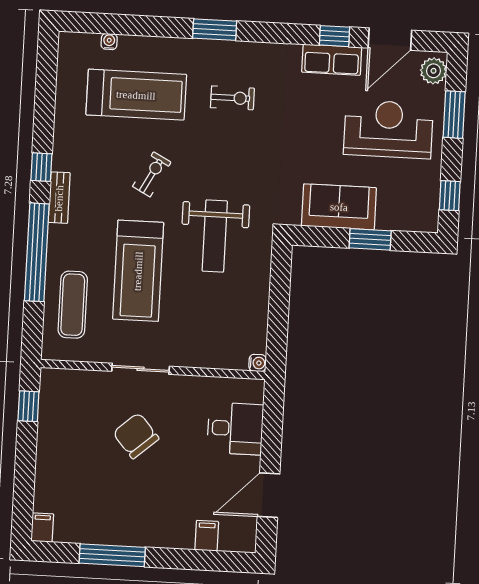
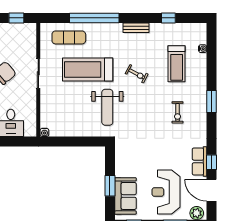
treadmill: (136, 95) -> (177, 64), width x0.73, depth x0.73
reception desk: (388, 129) -> (166, 192), turned 180
window: (41, 167) -> (168, 18), moved
bench: (59, 198) -> (136, 28), moved
sofa: (339, 207) -> (125, 196), moved
weight bench: (215, 236) -> (107, 107), turned -90

